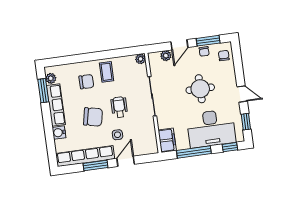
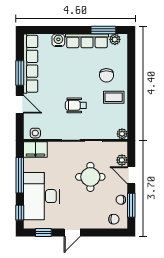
round table: (200, 89) -> (90, 177), moved
wheelchair: (119, 107) -> (76, 105), turned 180
chair: (93, 117) -> (70, 77), removed
side table: (117, 135) -> (35, 133), moved

